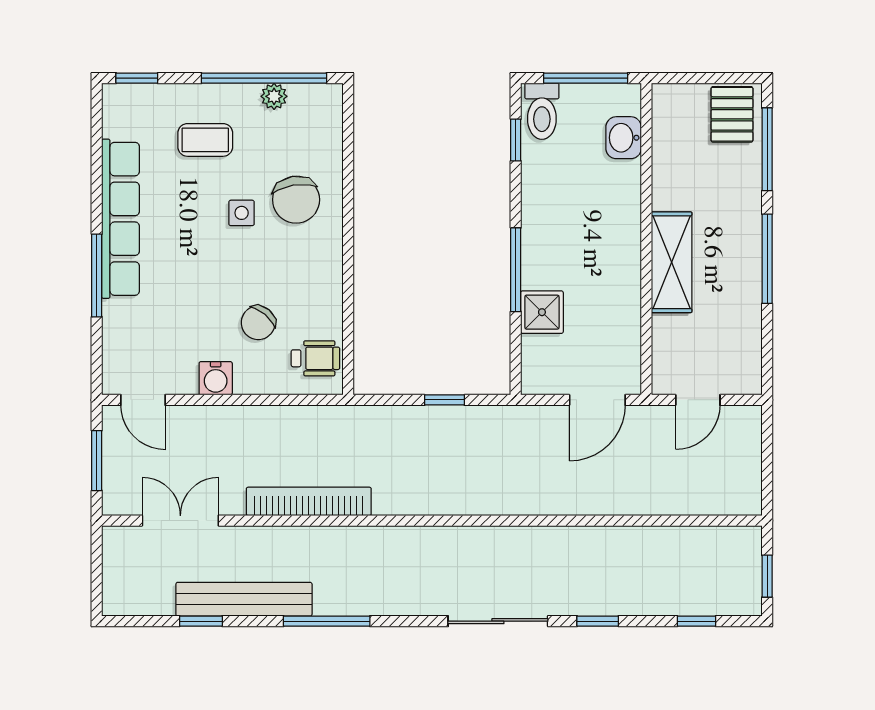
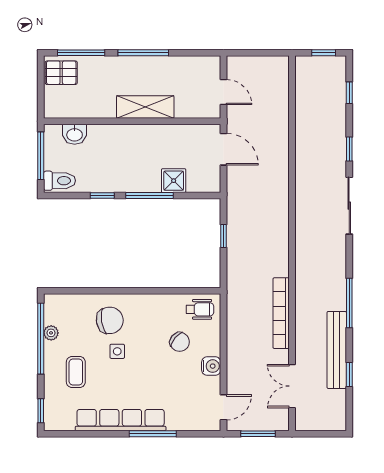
window: (516, 140) -> (102, 196), moved
wheelchair: (315, 358) -> (200, 309), turned 90

